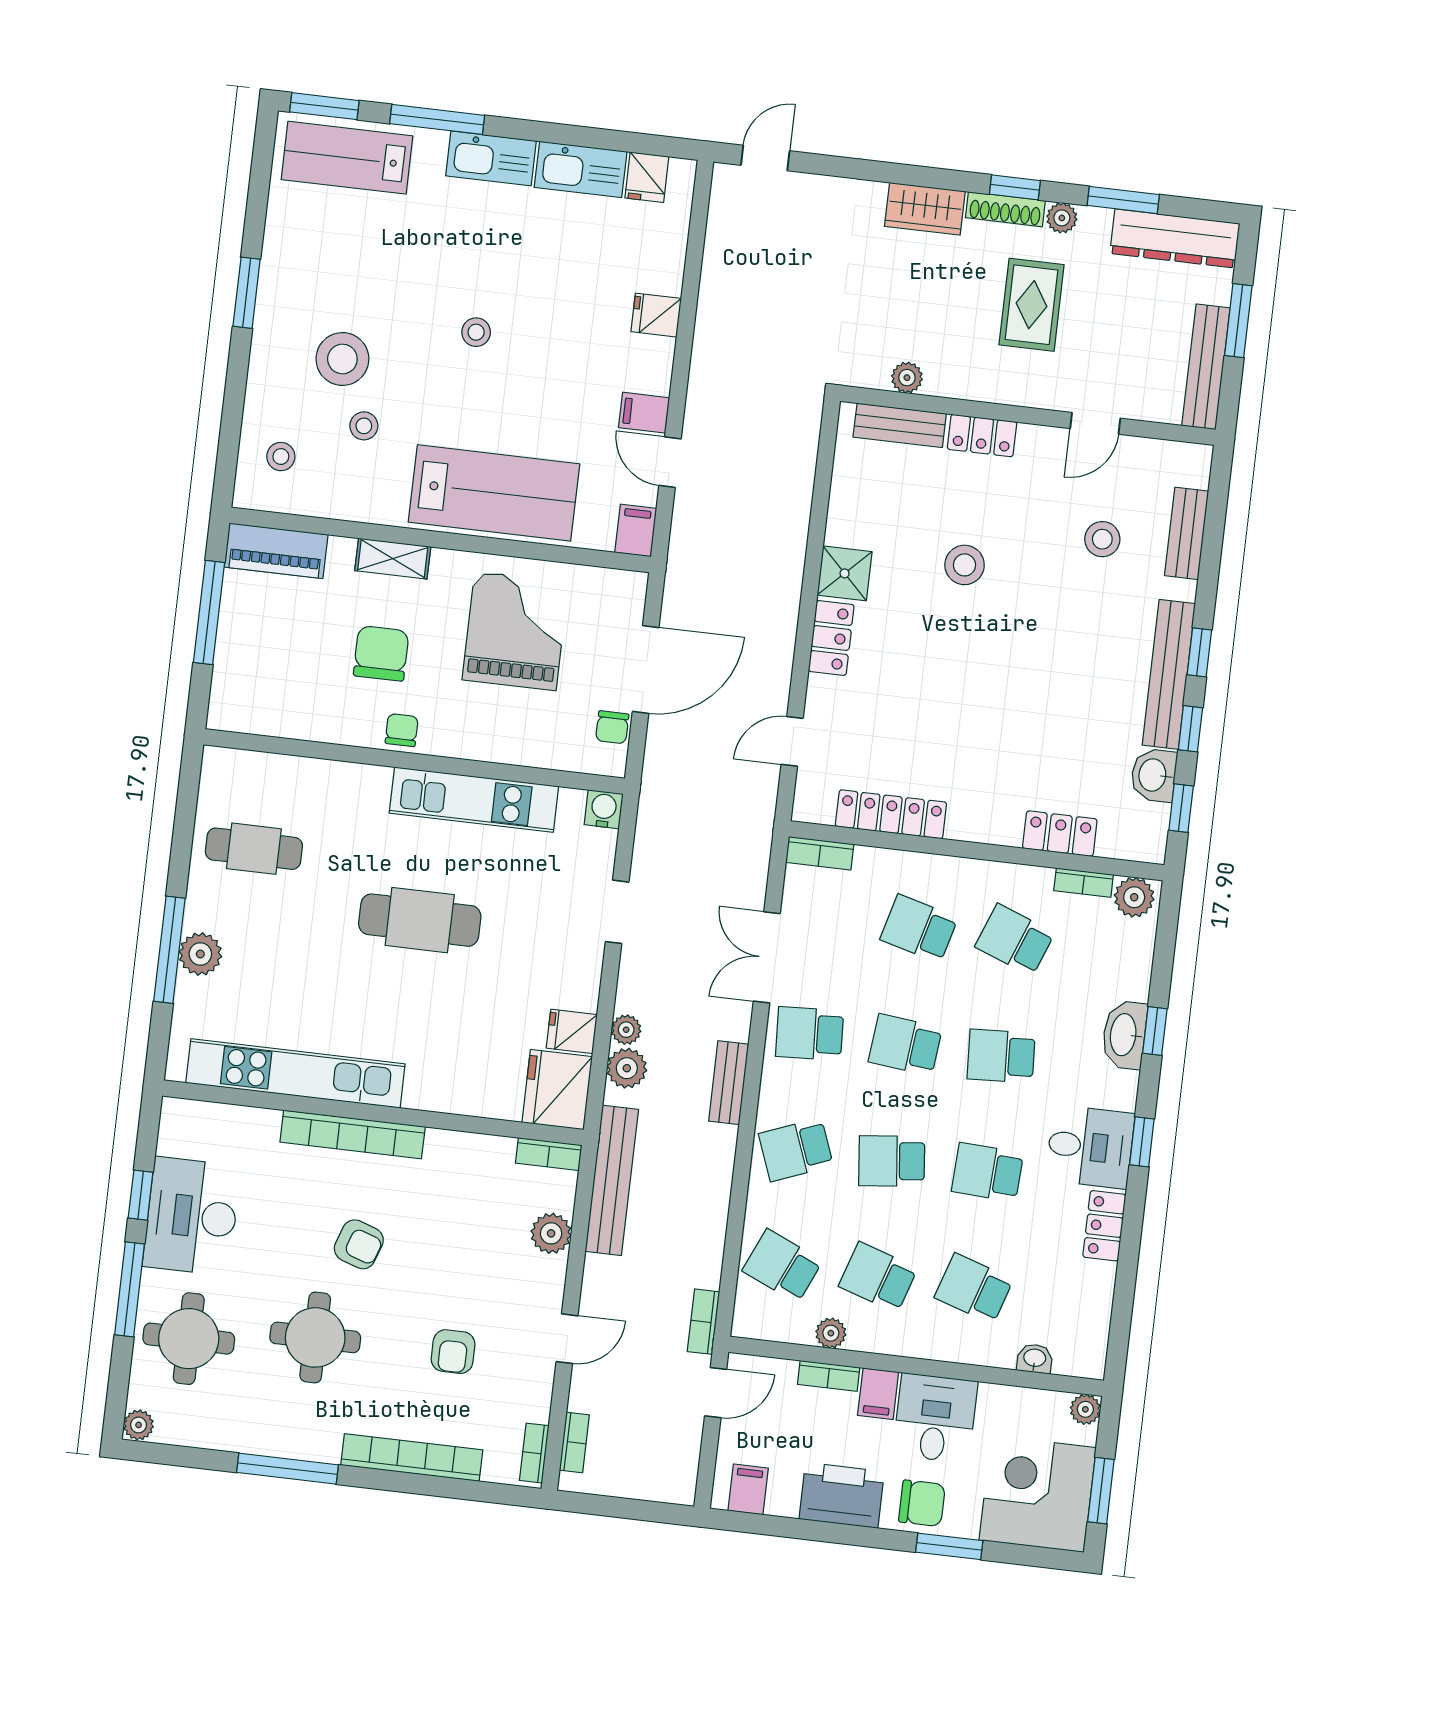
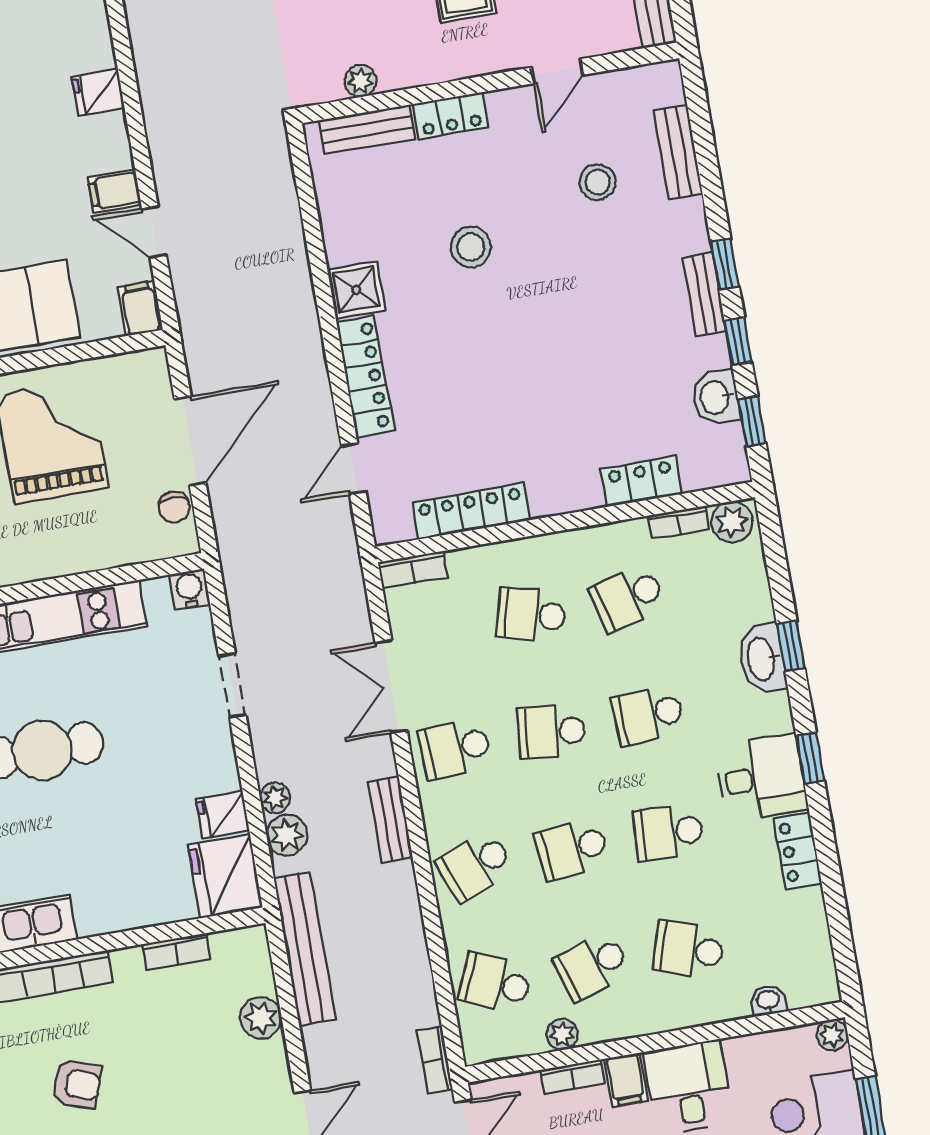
locker: (831, 638) -> (365, 377), width x1.53
bench: (1169, 674) -> (705, 294), width x0.54, depth x0.82
school desk: (1015, 940) -> (628, 598), turned -36
bookcase: (549, 1154) -> (176, 952), moved
school desk: (878, 1277) -> (592, 966), turned -36

